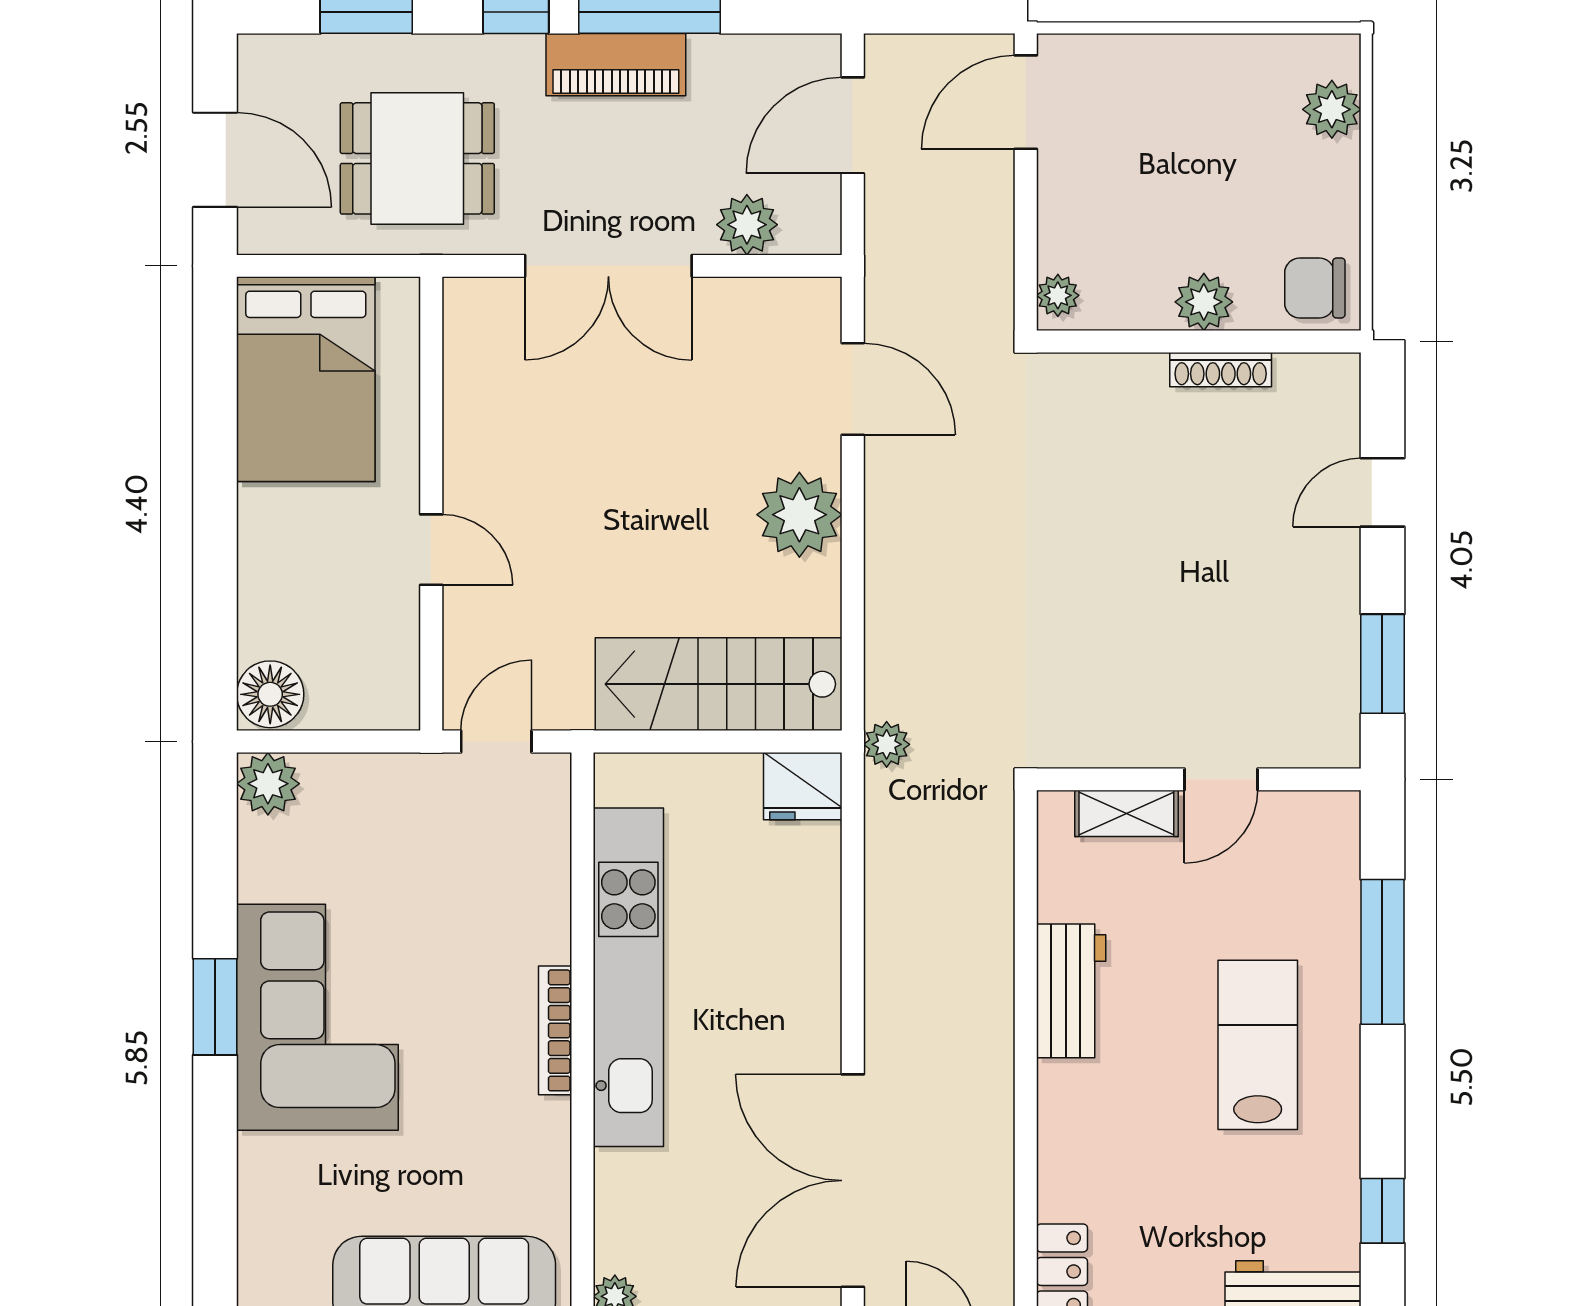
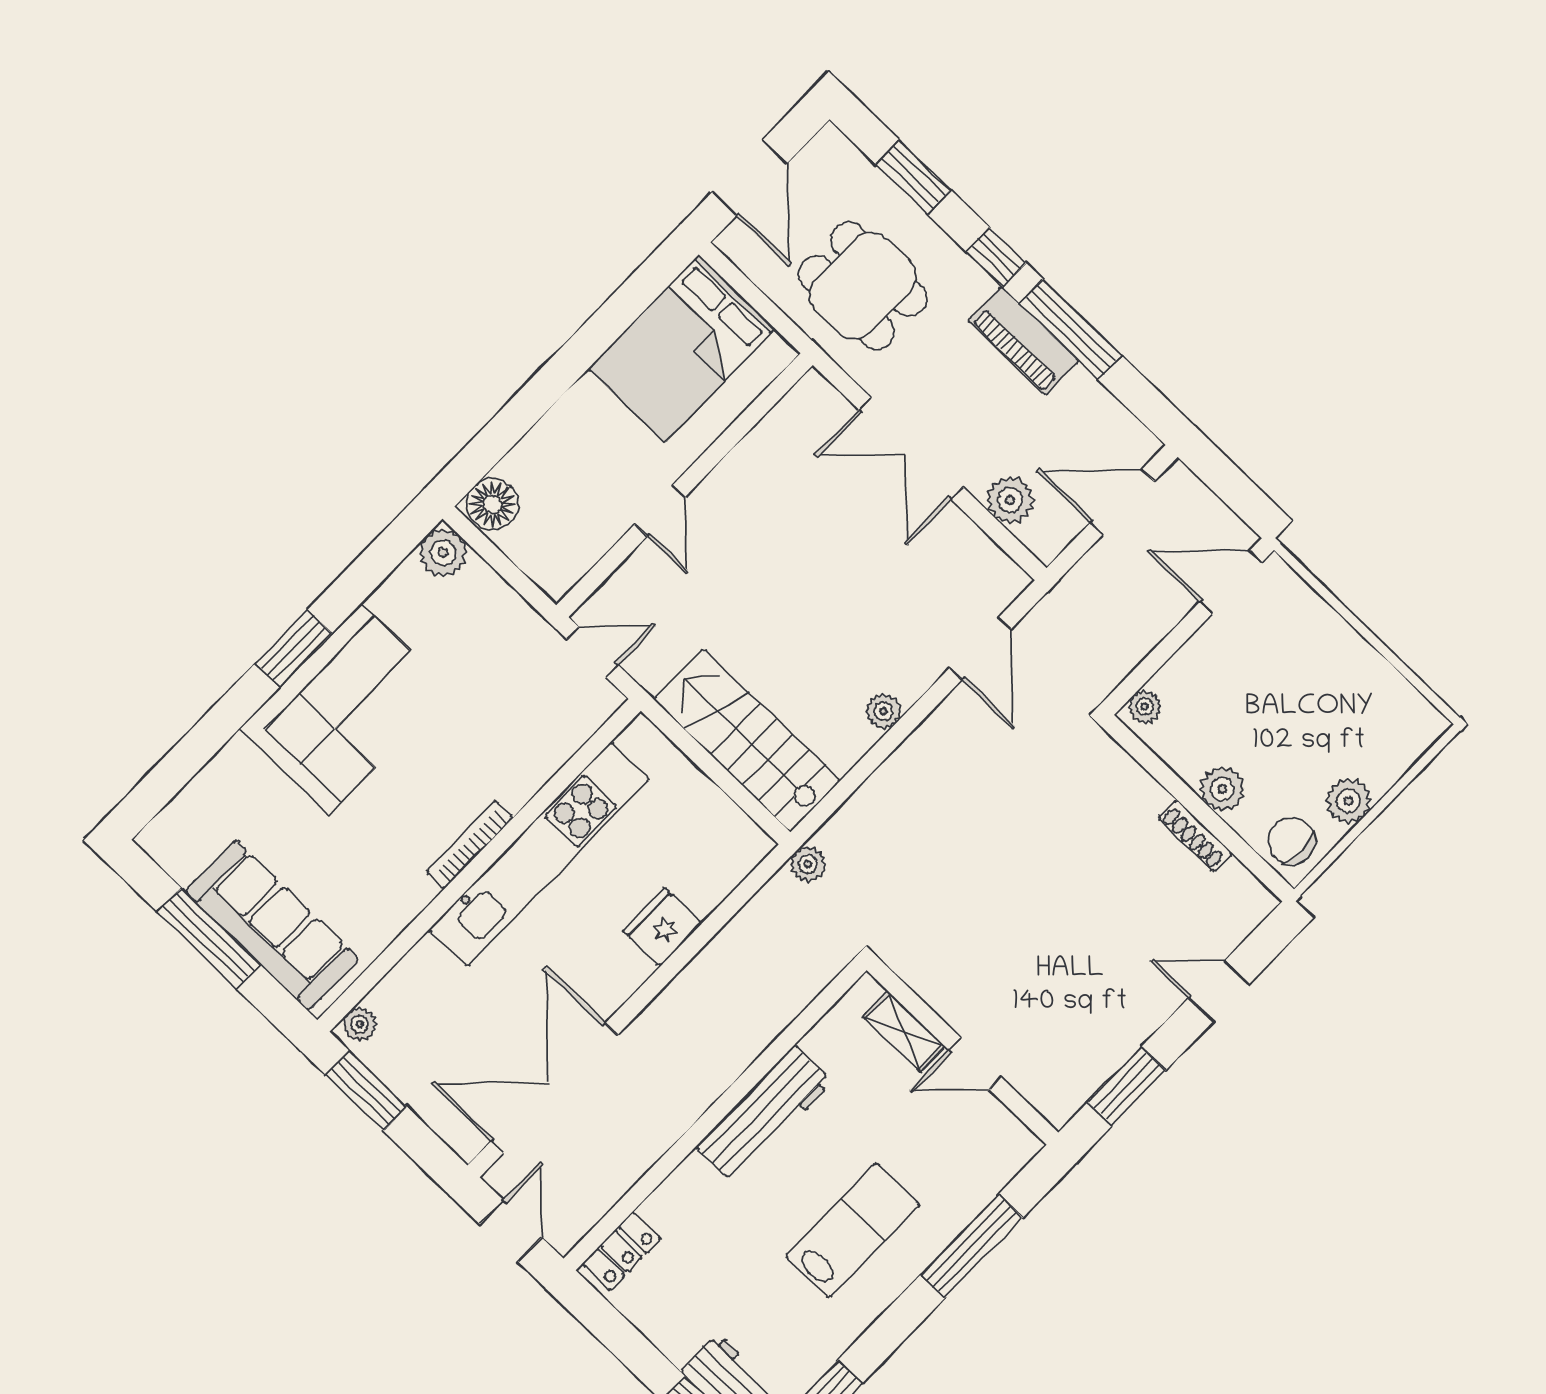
plant: (1332, 109) -> (1348, 801), moved
plant: (799, 515) -> (883, 711), width x0.53, depth x0.53
fridge: (803, 786) -> (662, 927), moved, turned 90
workbench: (1071, 991) -> (764, 1114), width x1.38

